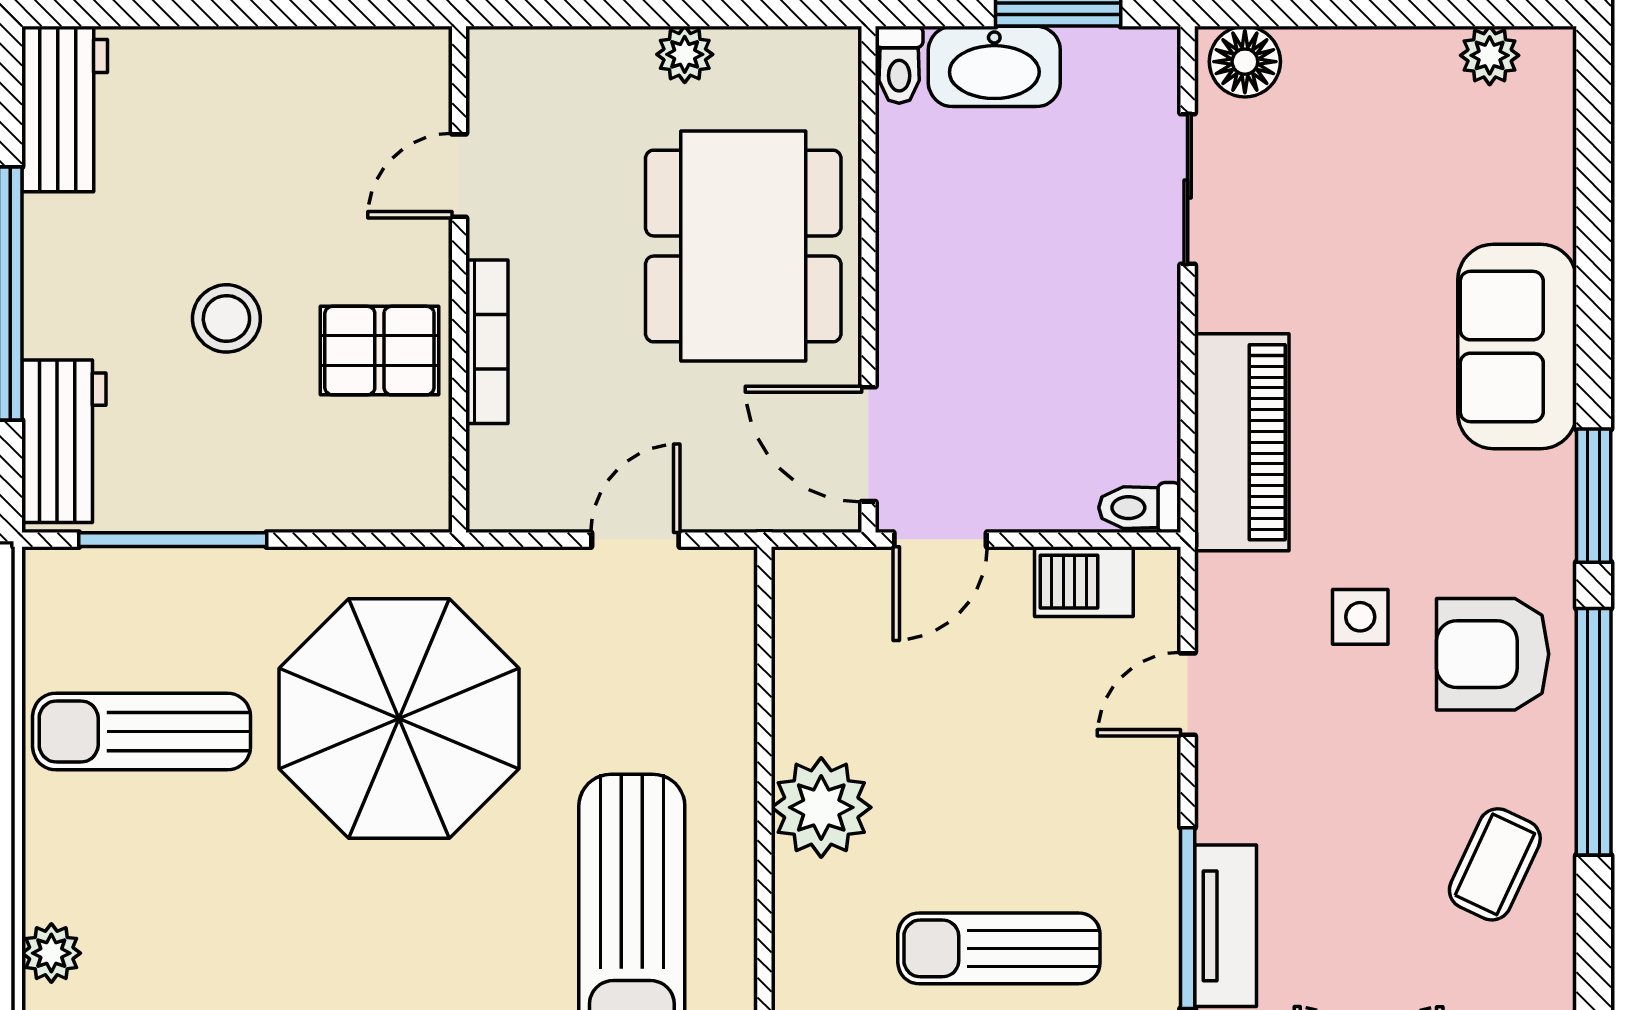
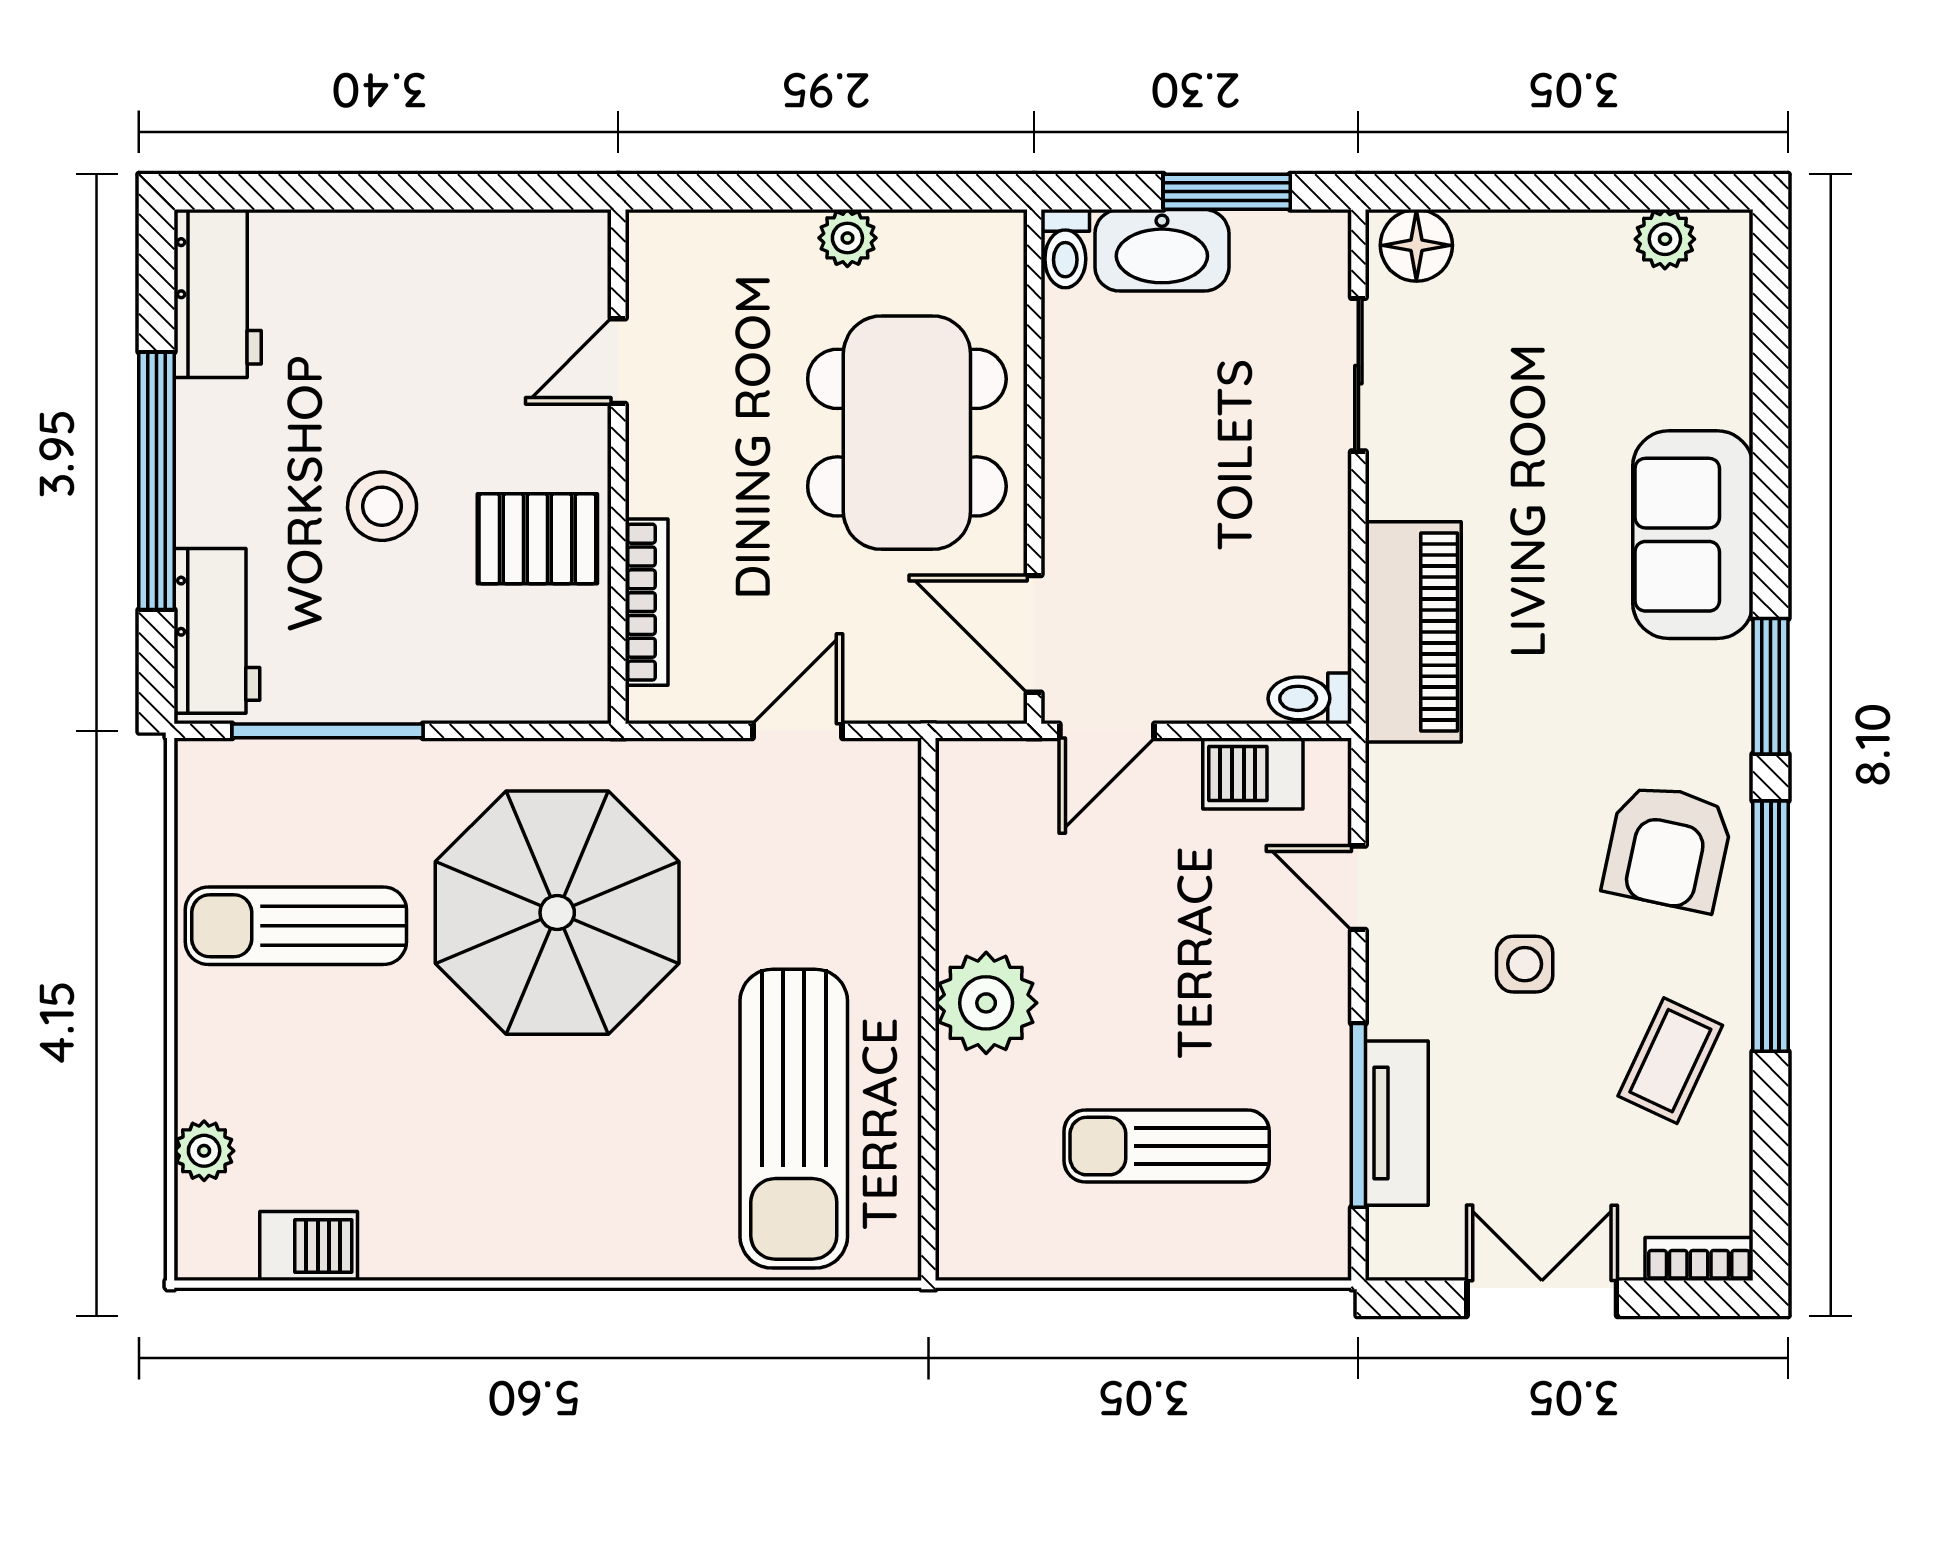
bookcase: (487, 342) -> (647, 602), moved
side table: (1360, 617) -> (1525, 964), moved
armchair: (1493, 654) -> (1668, 847), turned -78
door: (1188, 694) -> (1358, 888), hinge flipped

